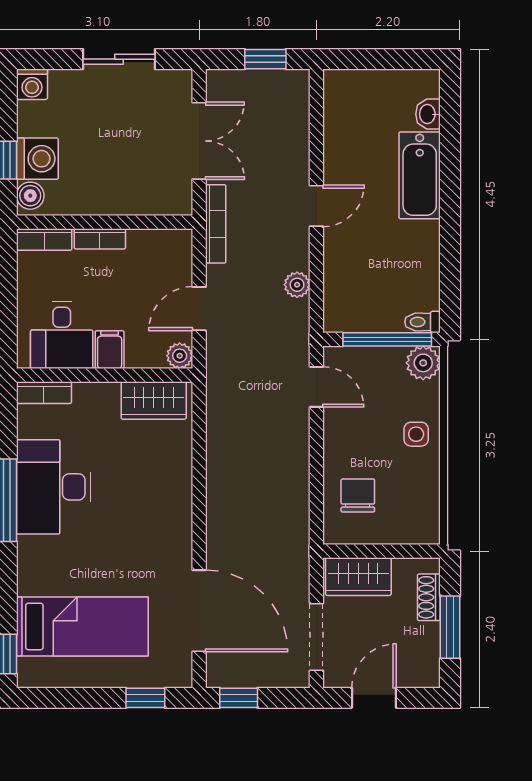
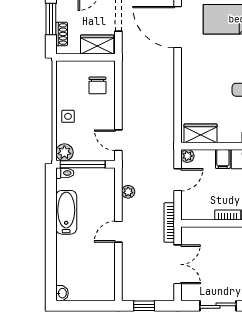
washbasin: (428, 114) -> (62, 293), moved
double door: (199, 141) -> (178, 264), swing flipped
bathtub: (420, 175) -> (66, 212), moved

